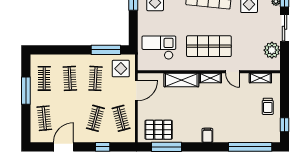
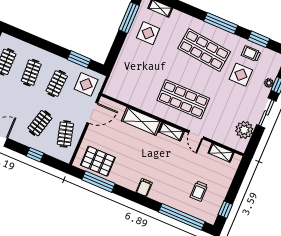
checkout: (159, 48) -> (133, 80), removed
window: (106, 50) -> (79, 59), width x0.69
trolley: (268, 106) -> (199, 191), moved

